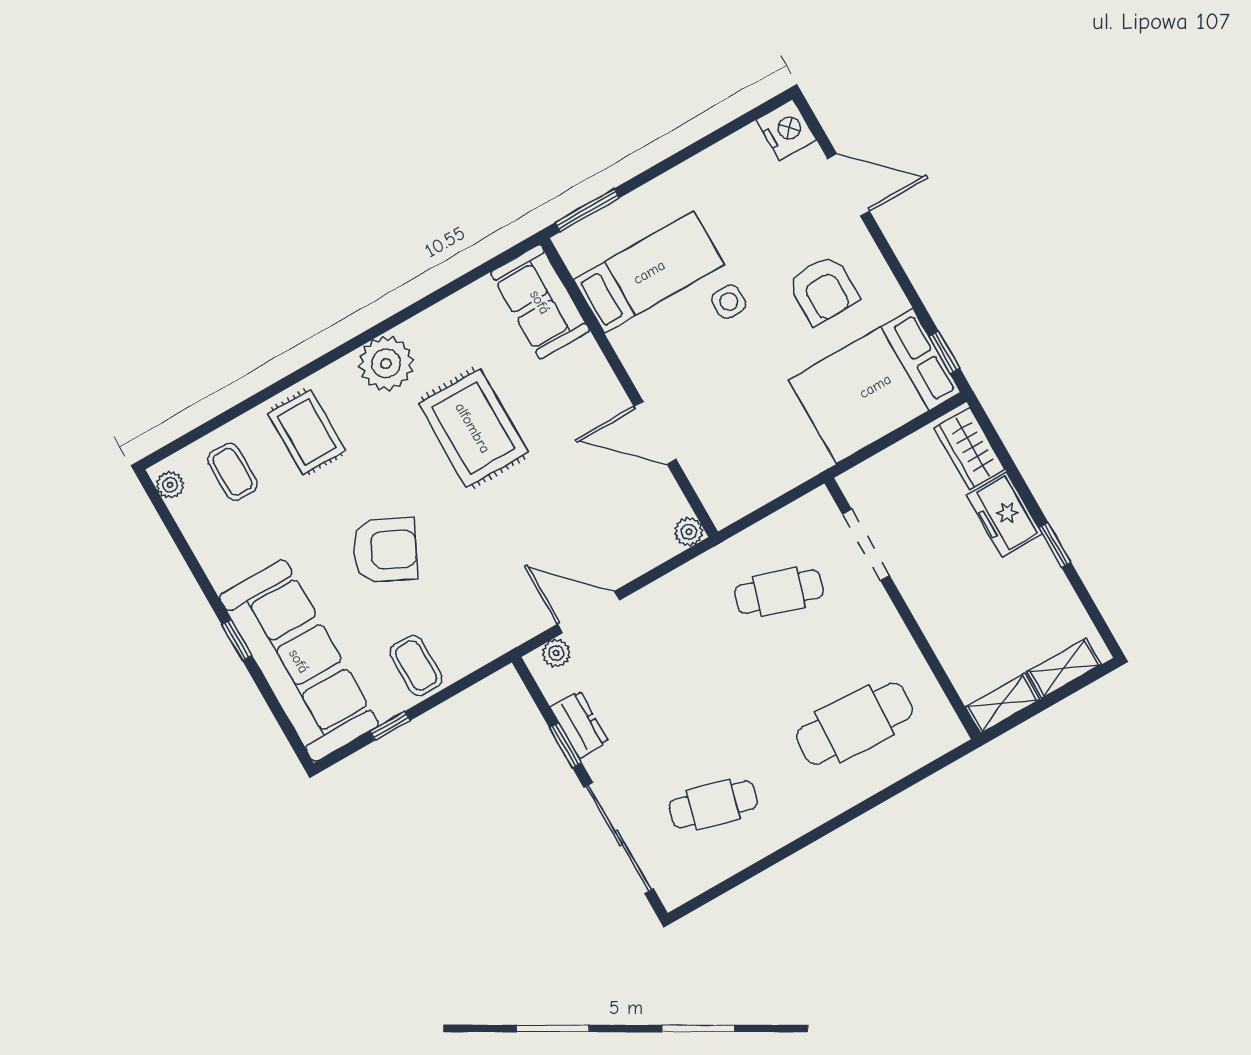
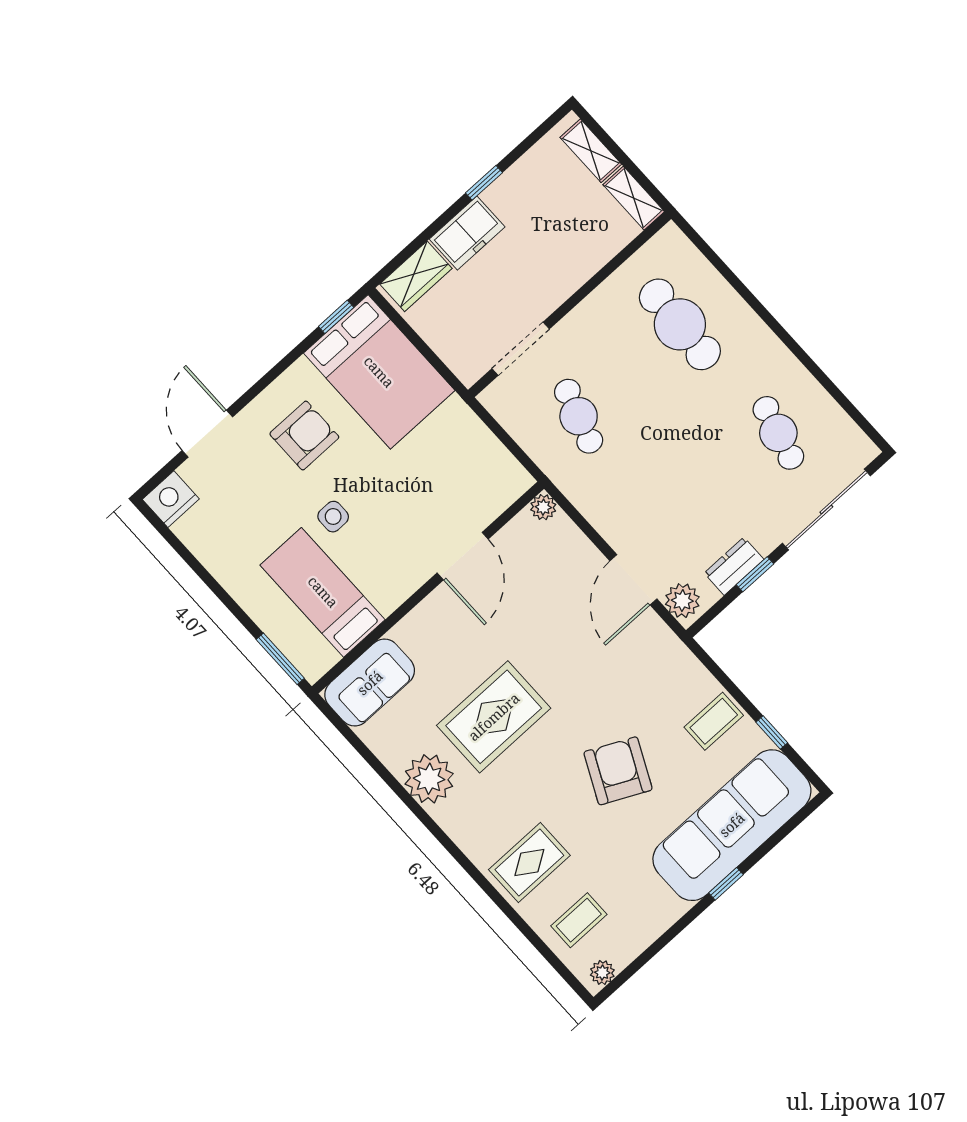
plant: (386, 363) -> (429, 779), moved
plant: (556, 653) -> (682, 601), width x1.38, depth x1.38

